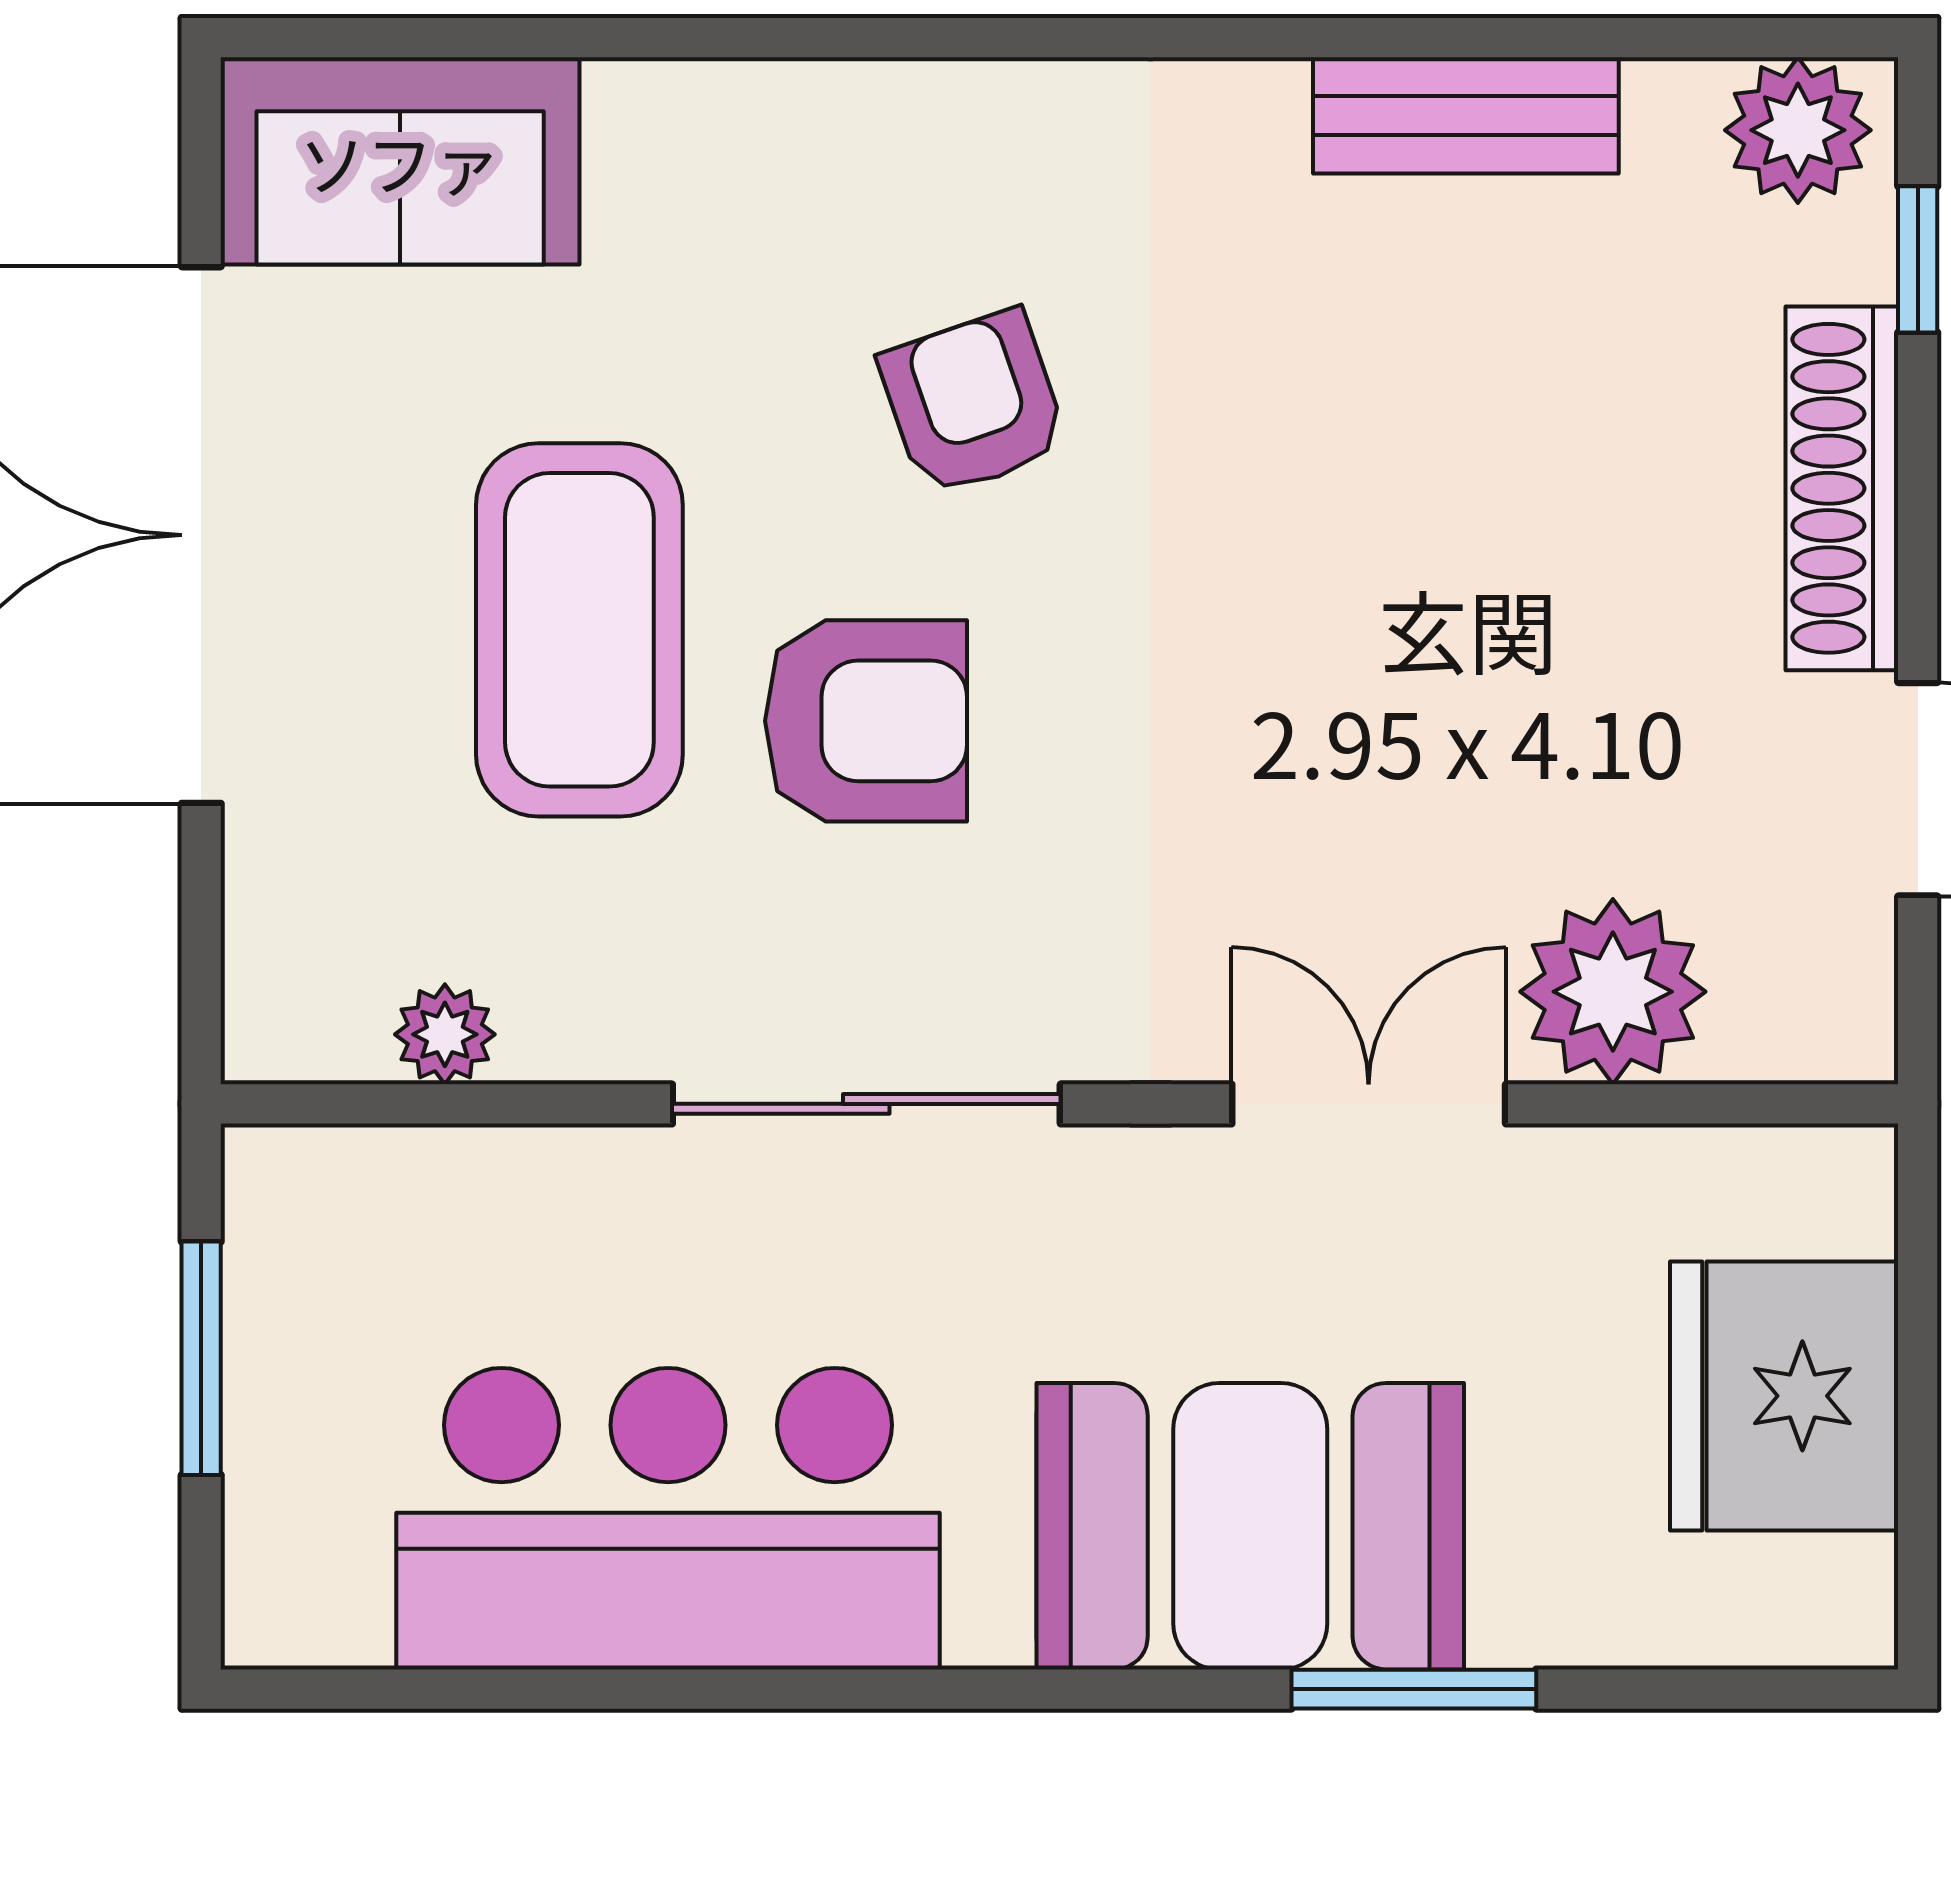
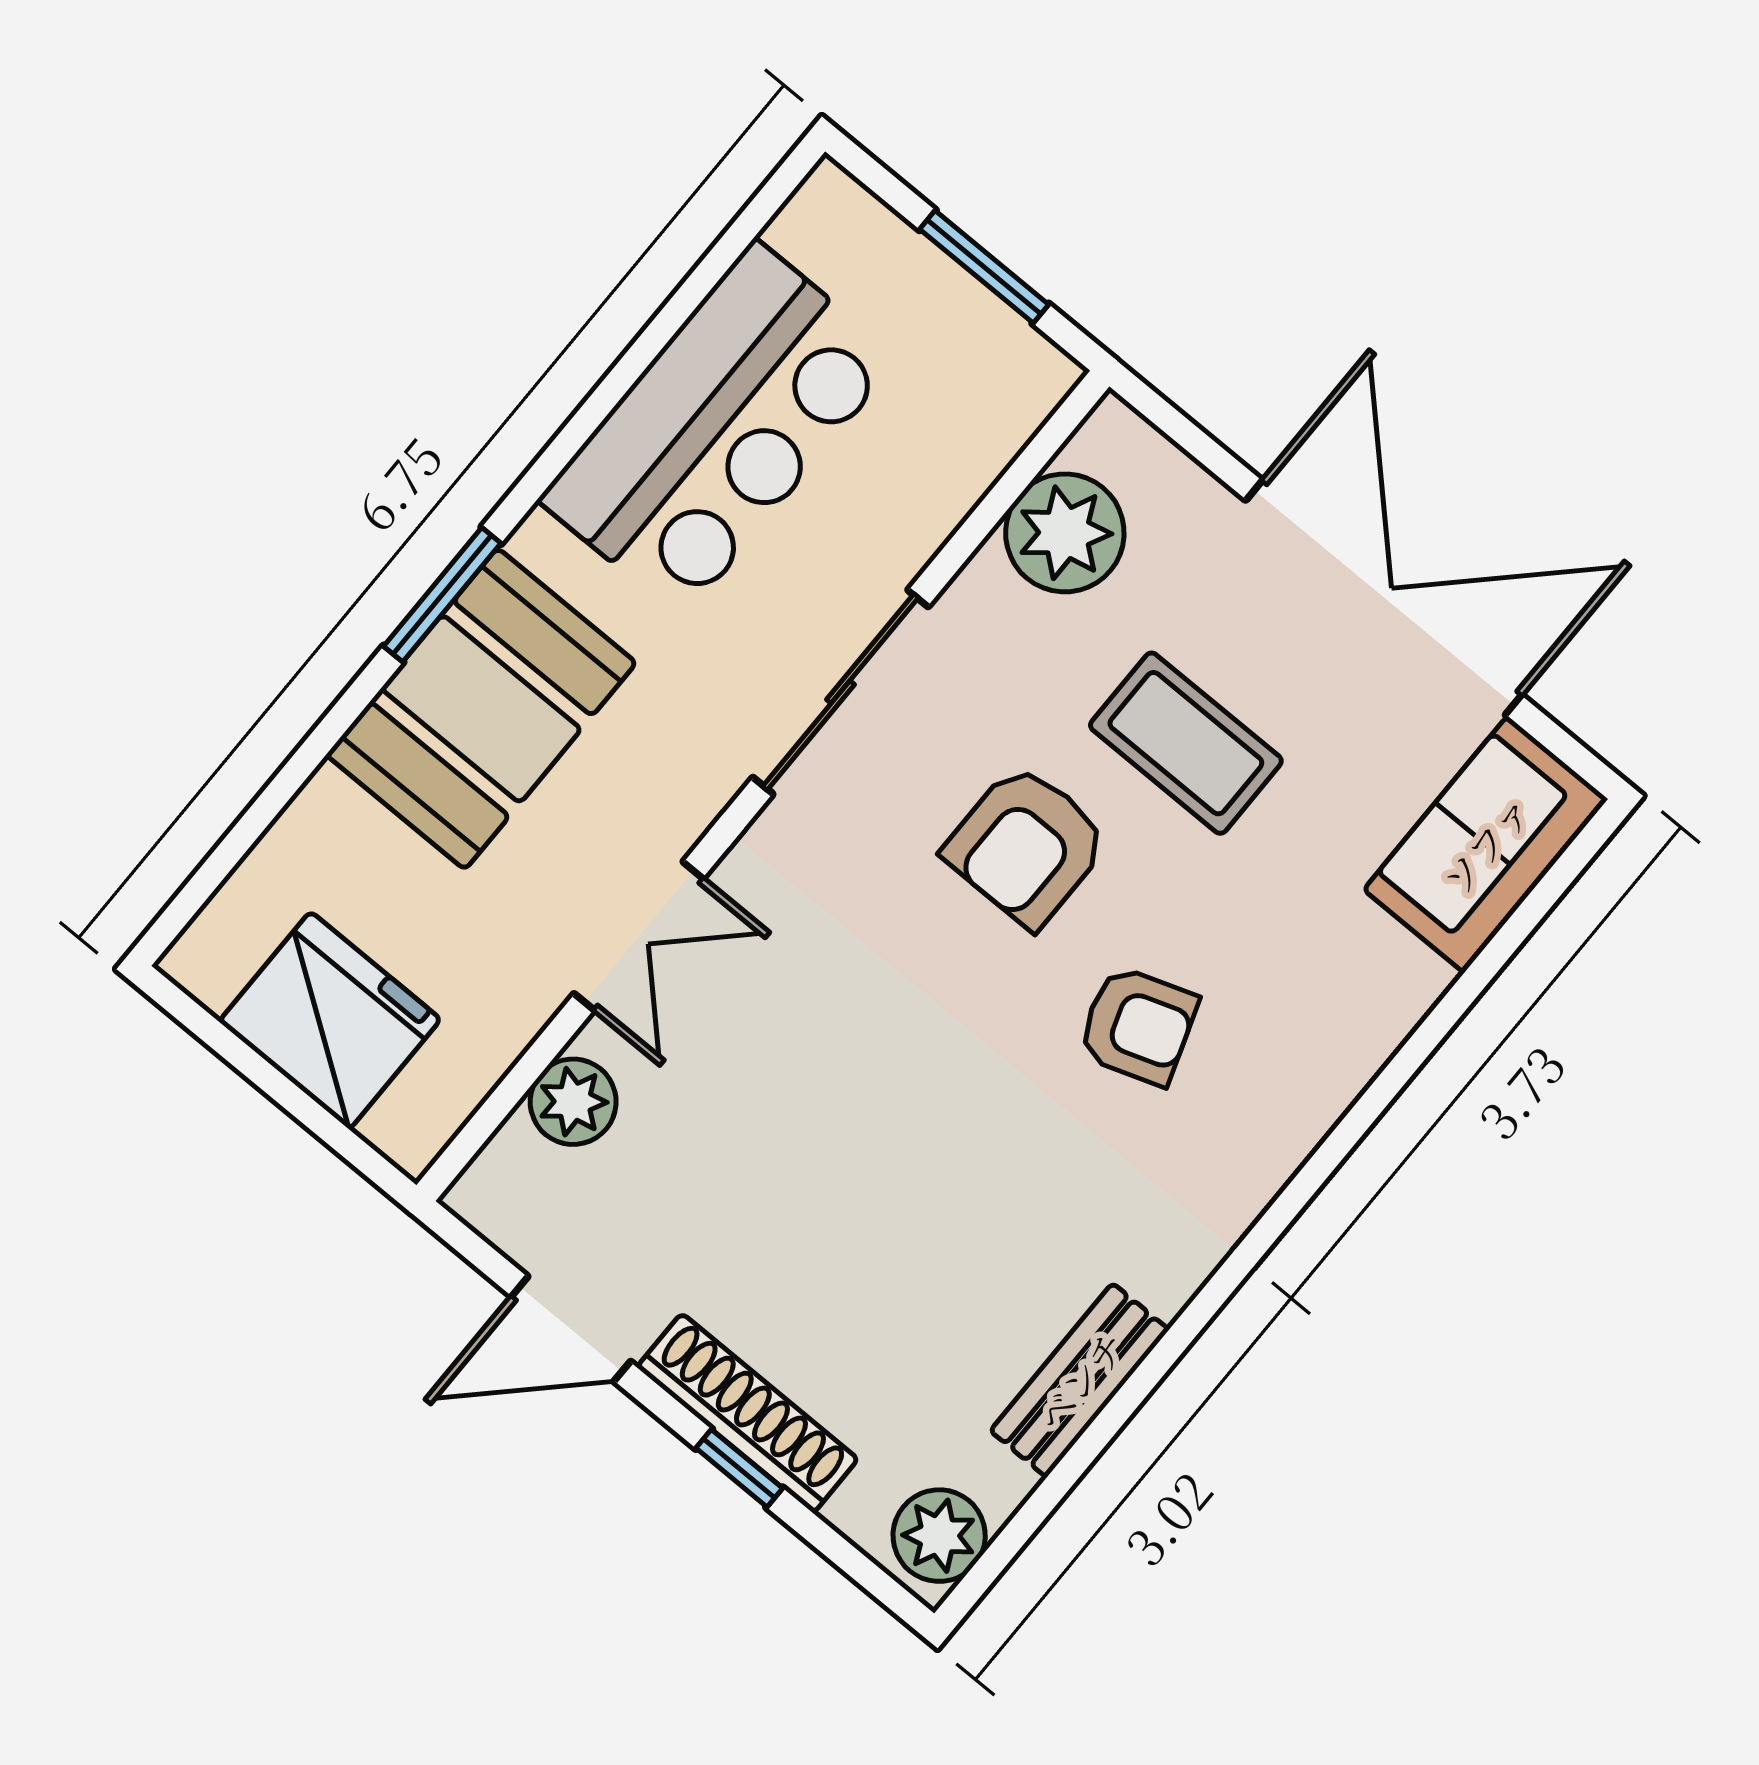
window: (1918, 259) -> (739, 1468), moved
coffee table: (579, 630) -> (1186, 743), width x0.73, depth x0.76
plant: (1613, 992) -> (573, 1102), width x0.73, depth x0.73
plant: (445, 1034) -> (1065, 533), width x1.88, depth x1.88
window: (1414, 1689) -> (442, 595), moved

